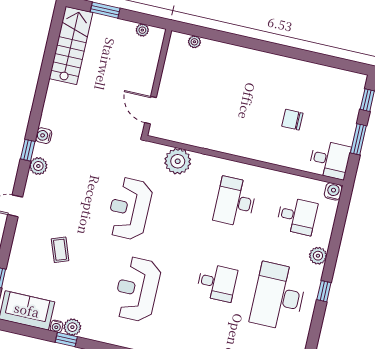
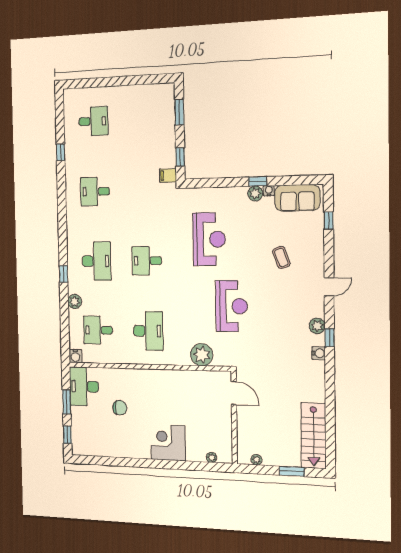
corner desk: (243, 68) -> (168, 443), added
desk: (330, 160) -> (84, 386), width x1.37
desk: (279, 297) -> (96, 261), width x0.73, depth x0.77

